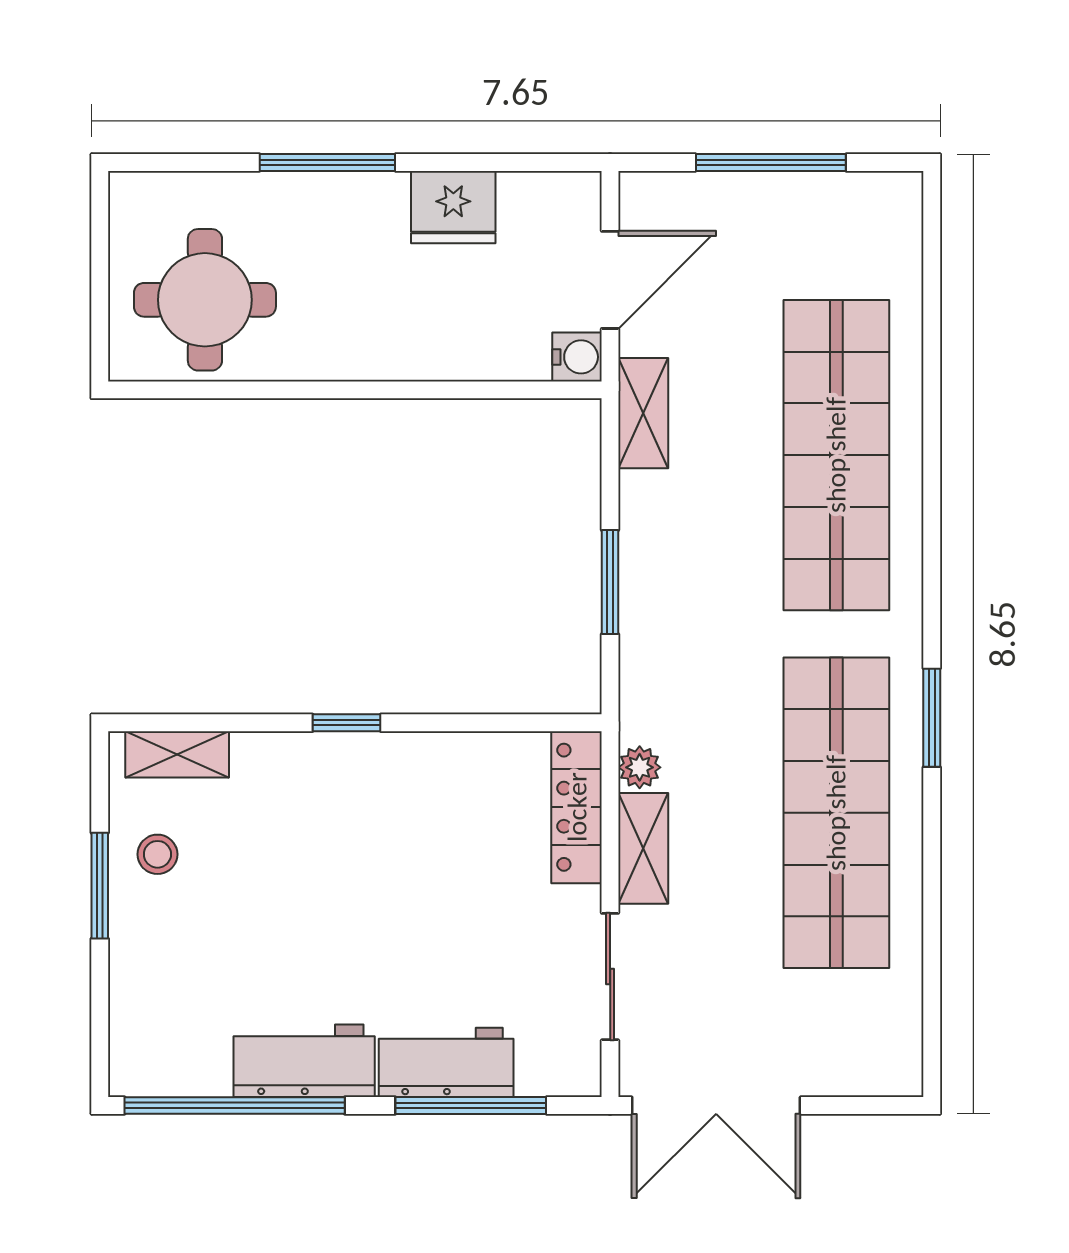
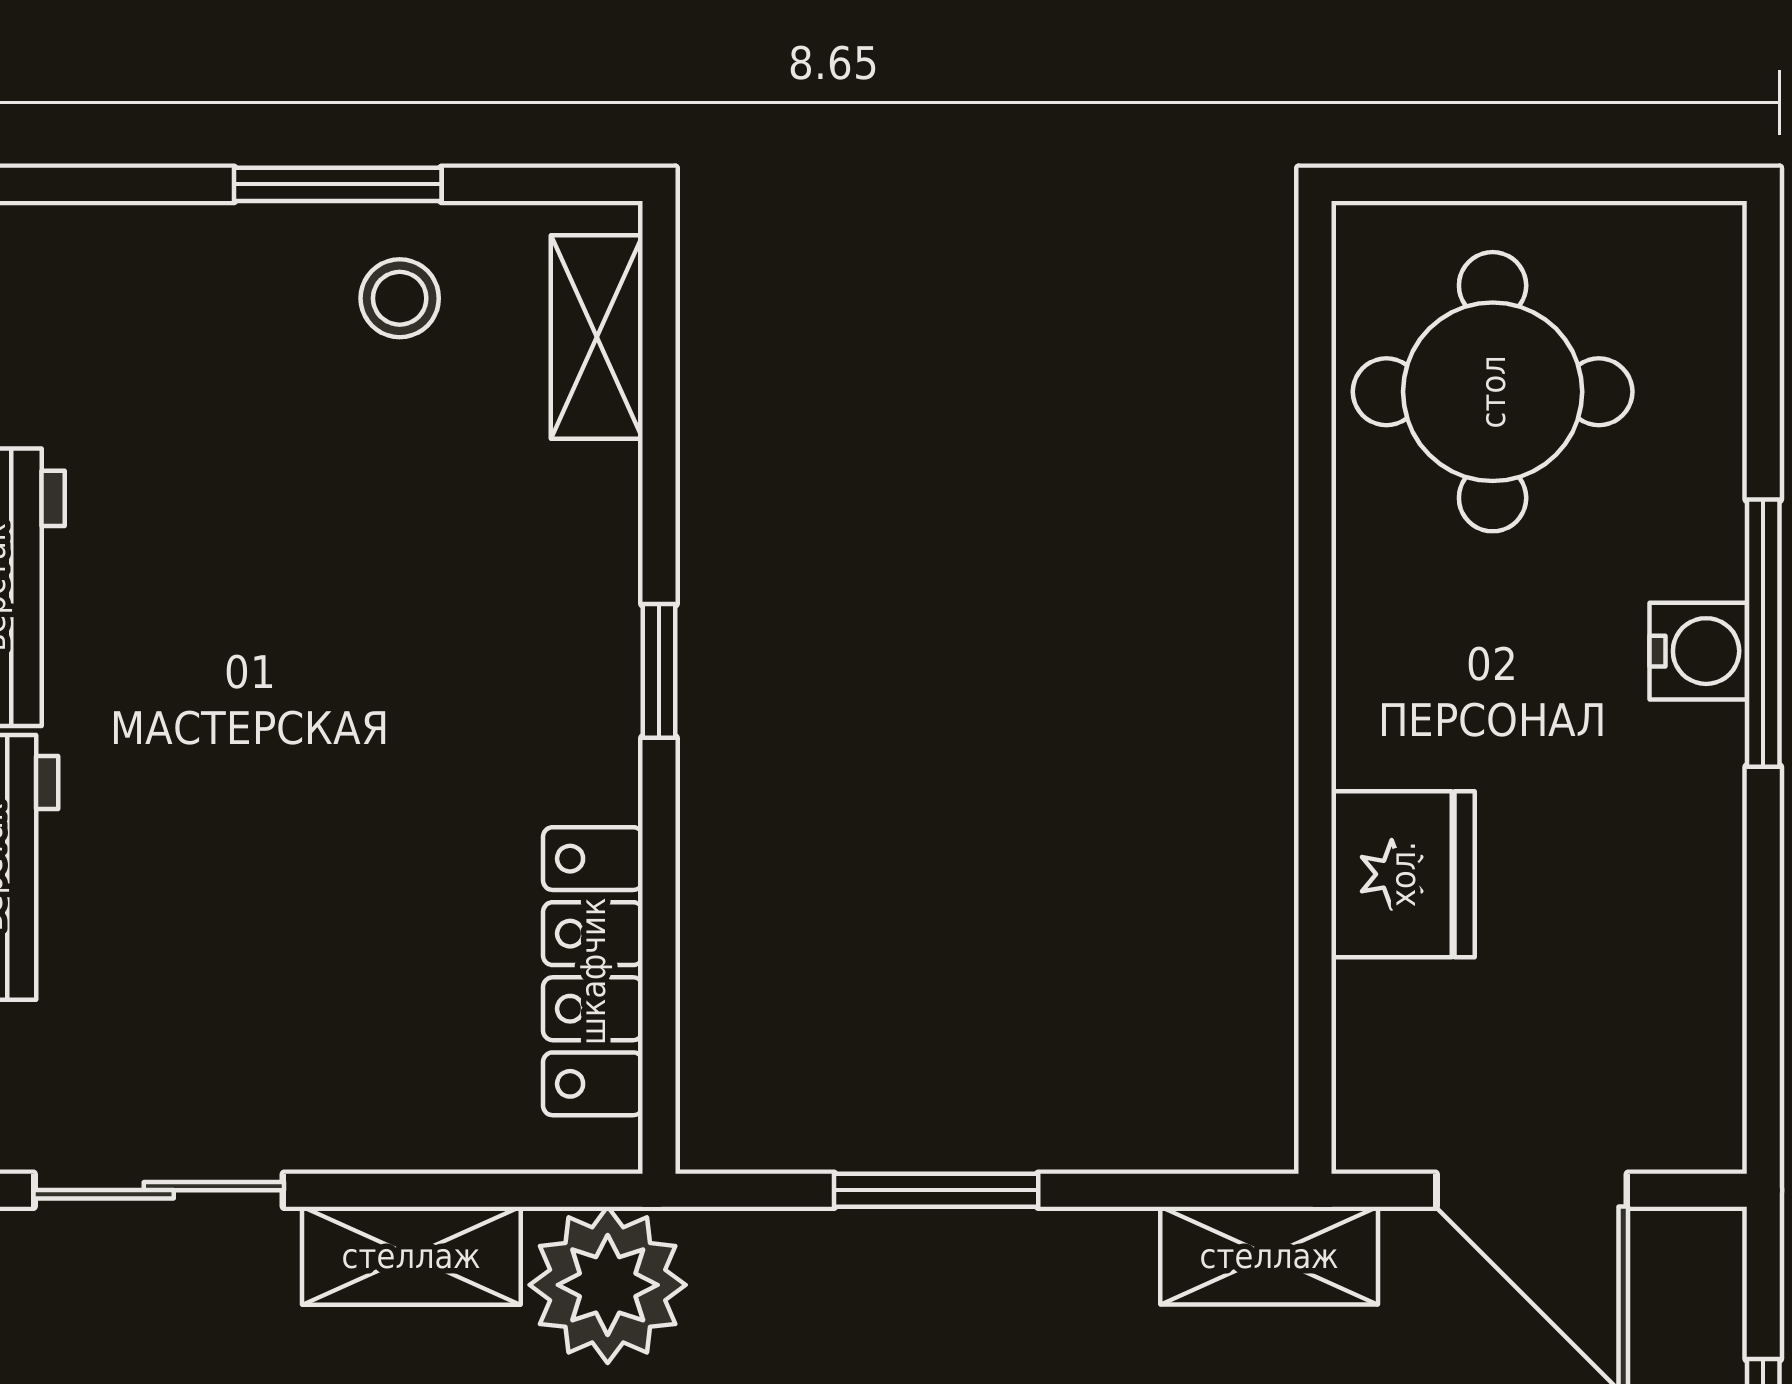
fridge: (453, 207) -> (1403, 874), moved, turned 180
water cooler: (577, 357) -> (1698, 651), moved, turned -90
plant: (640, 767) -> (608, 1285), width x1.87, depth x1.87
locker: (577, 807) -> (593, 971), moved, turned -90

